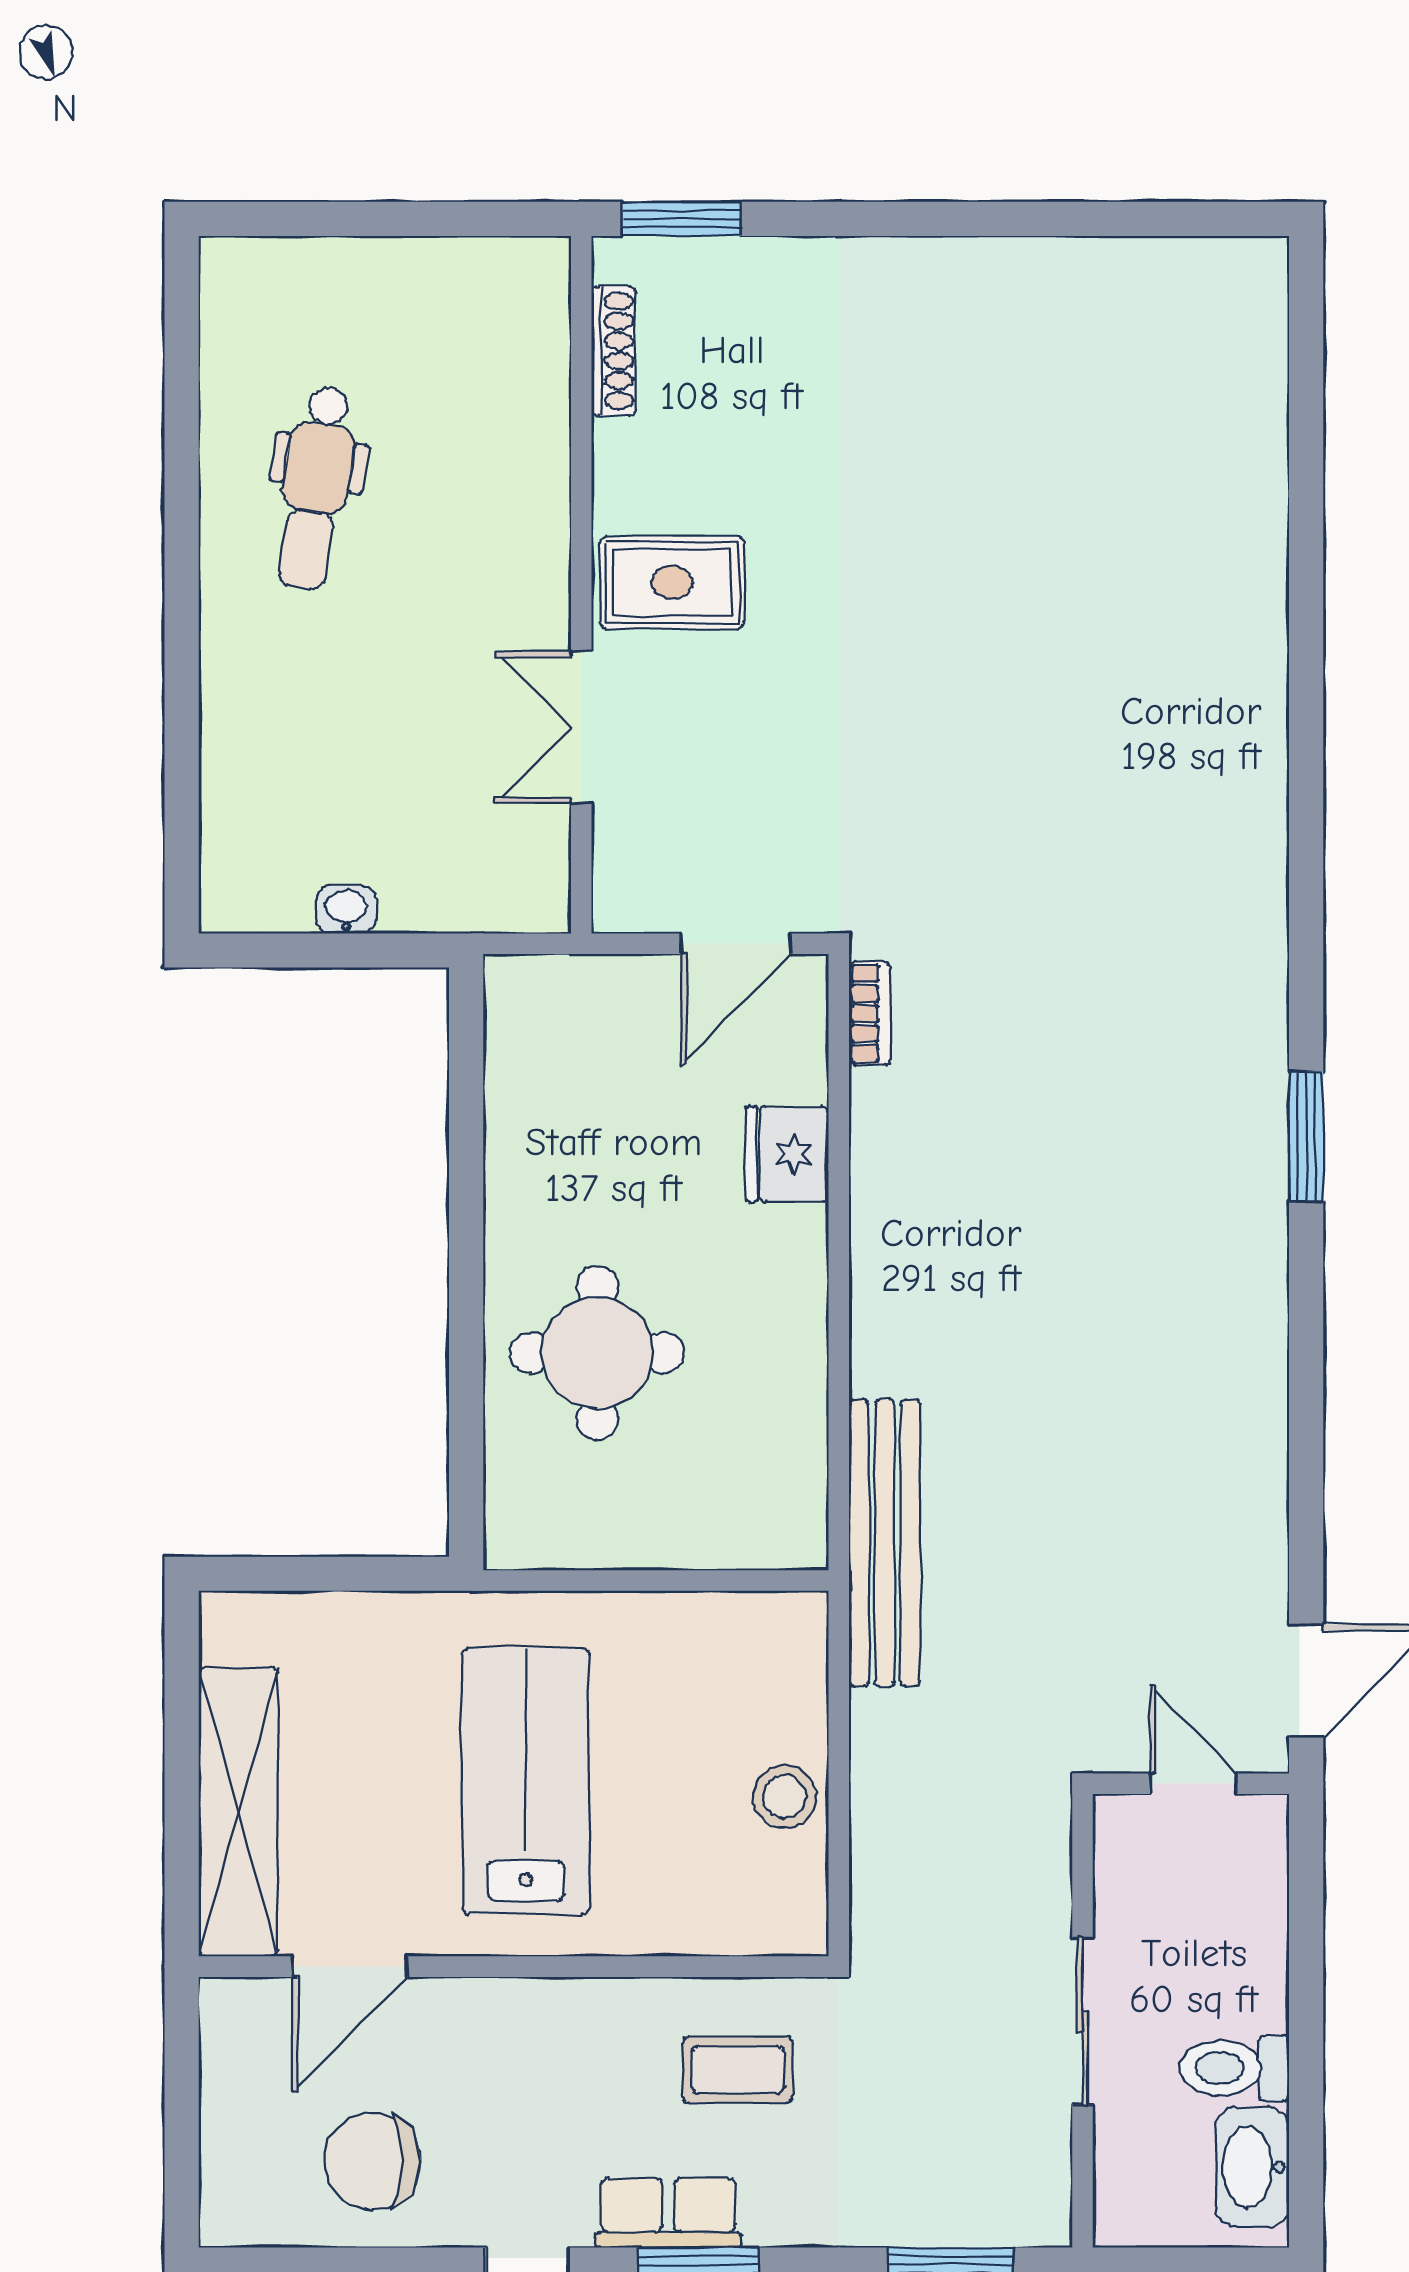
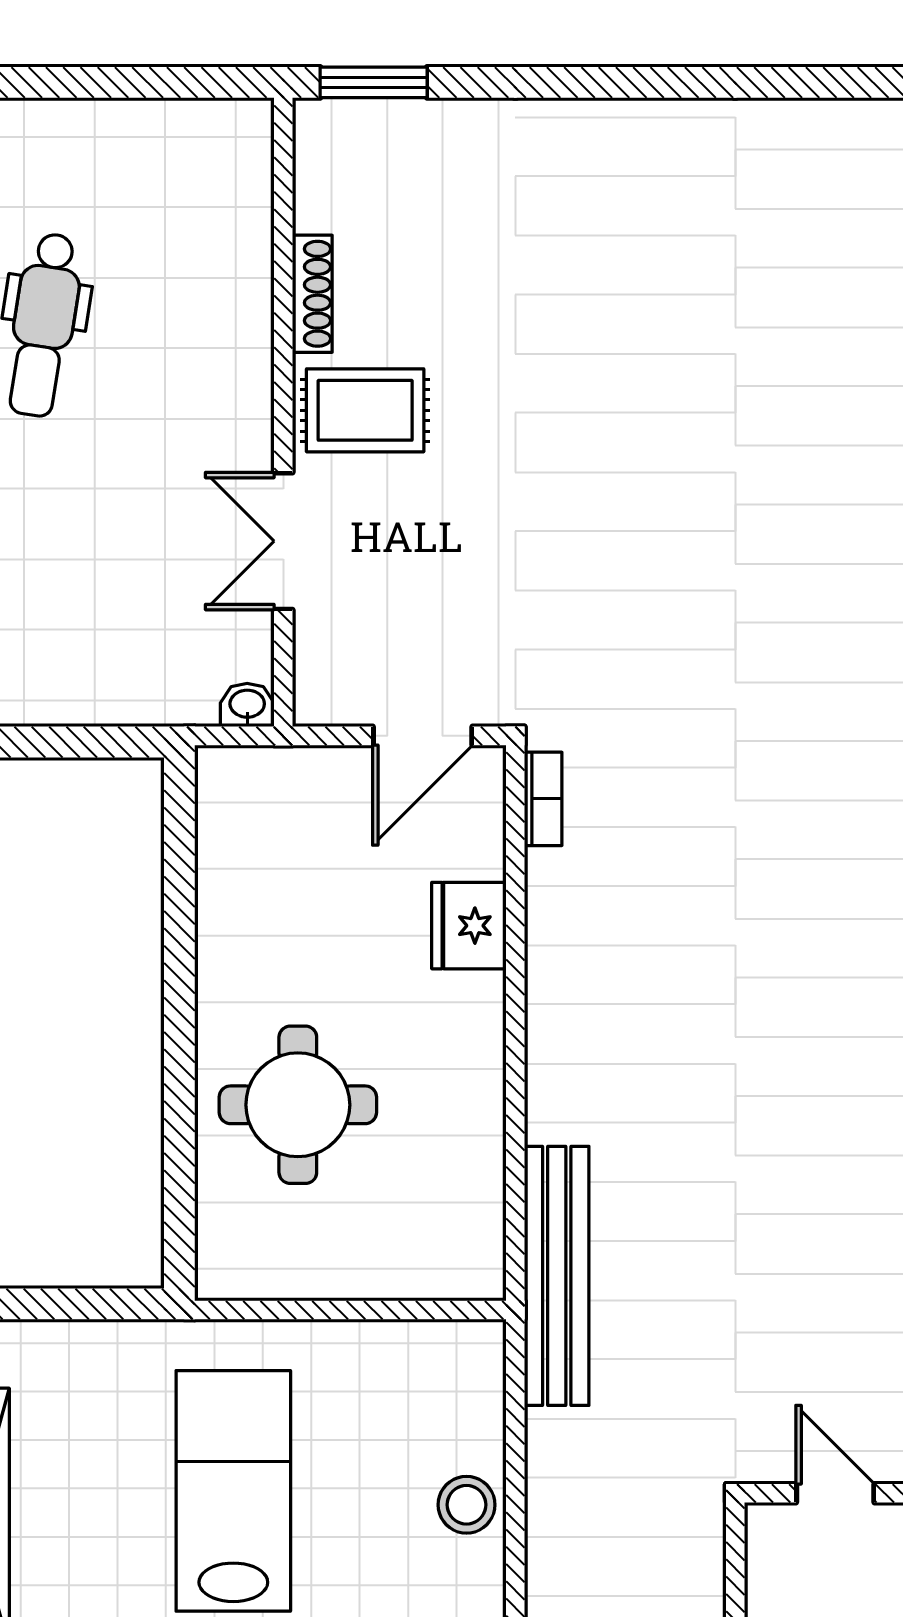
shoe rack: (614, 351) -> (312, 294), moved
washbasin: (346, 909) -> (247, 705), moved

